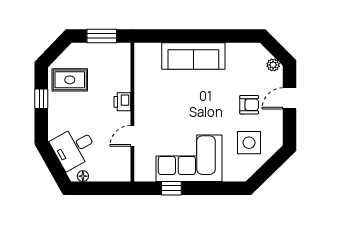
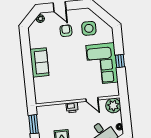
sofa: (193, 56) -> (39, 62), width x0.73
plant: (119, 169) -> (113, 106), added
window: (171, 188) -> (120, 61), moved

